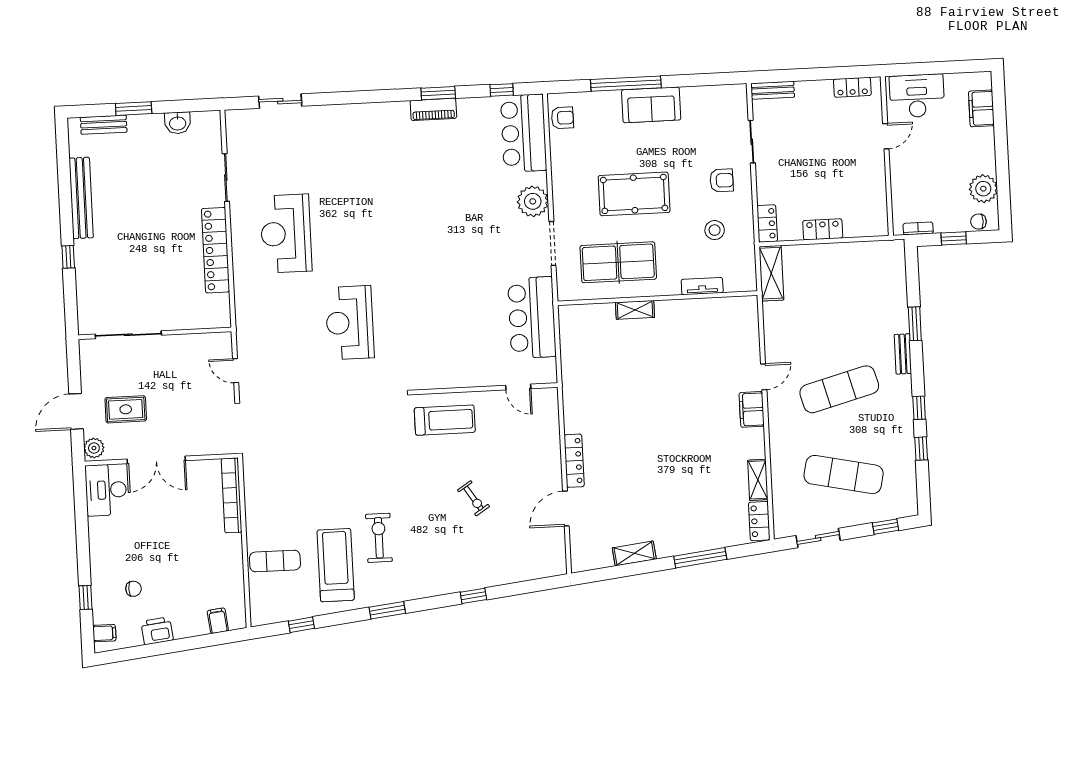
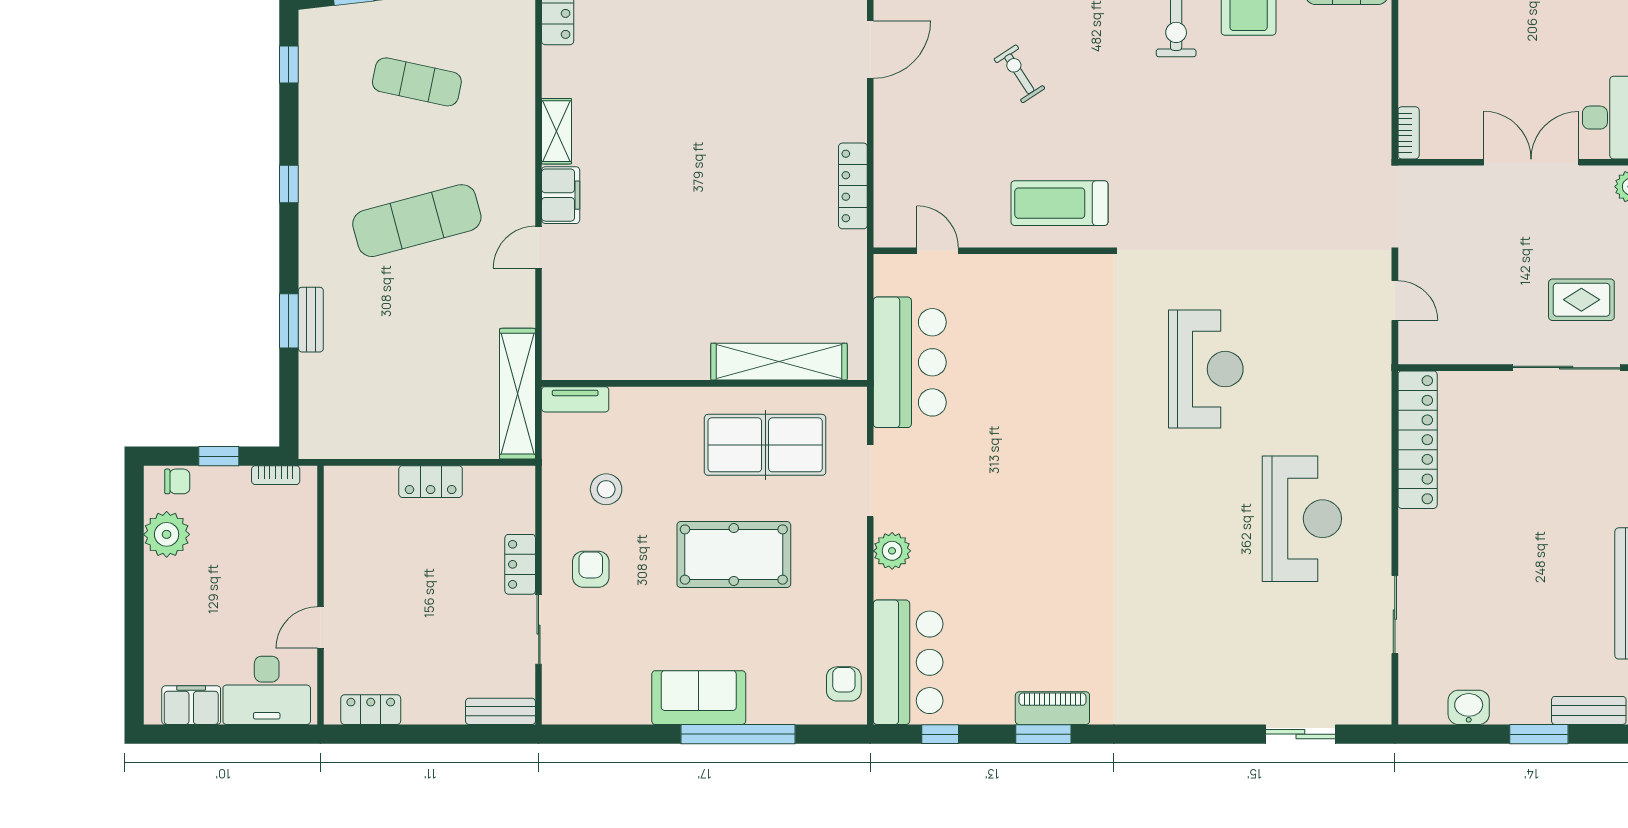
filing cabinet: (981, 108) -> (191, 705), moved, turned -90
armchair: (562, 118) -> (844, 684), turned 90
armchair: (722, 180) -> (591, 569), turned 90
plant: (533, 201) -> (892, 551), width x0.73, depth x0.73
locker: (767, 223) -> (520, 564), moved
locker: (216, 250) -> (1418, 440), moved
shelving: (771, 273) -> (518, 394), width x1.47
tv unit: (702, 286) -> (575, 399), moved
shelving: (635, 310) -> (779, 362), width x2.20, depth x1.33
bench: (903, 354) -> (311, 320), moved
rug: (126, 409) -> (1581, 300), moved
window: (921, 449) -> (289, 64), moved
locker: (574, 461) -> (853, 186), moved
exercise mat: (844, 475) -> (417, 82), width x0.73, depth x0.69
shelving: (758, 480) -> (557, 131), moved
bookcase: (232, 495) -> (1409, 133), width x0.43, depth x0.76

